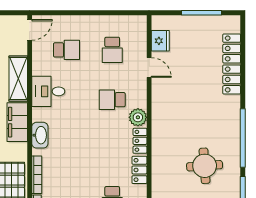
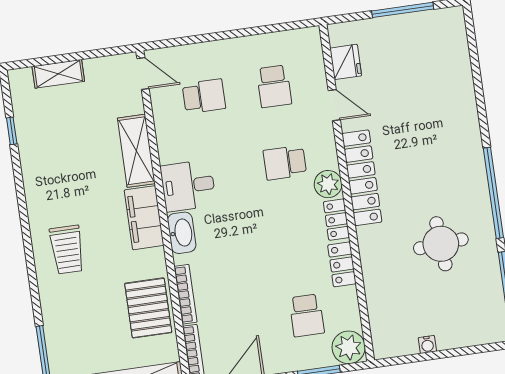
door: (30, 30) -> (143, 74), hinge flipped
locker: (232, 64) -> (362, 178), moved, turned 180
desk: (48, 91) -> (188, 186), moved

